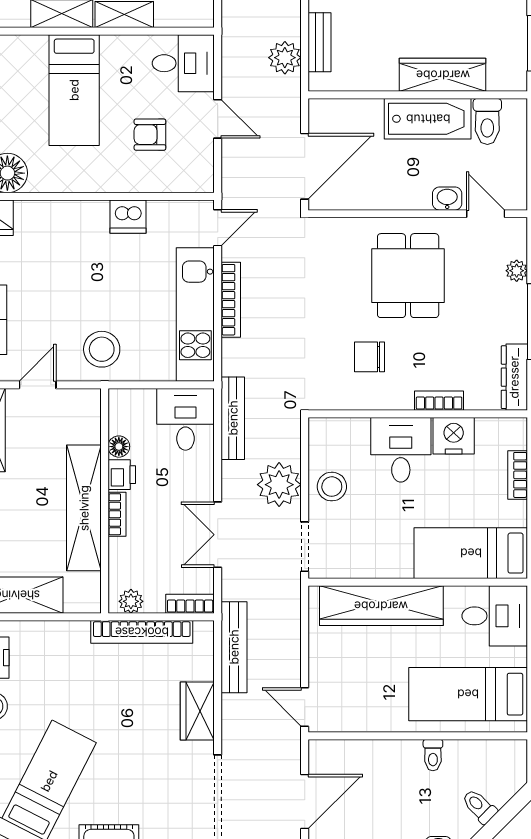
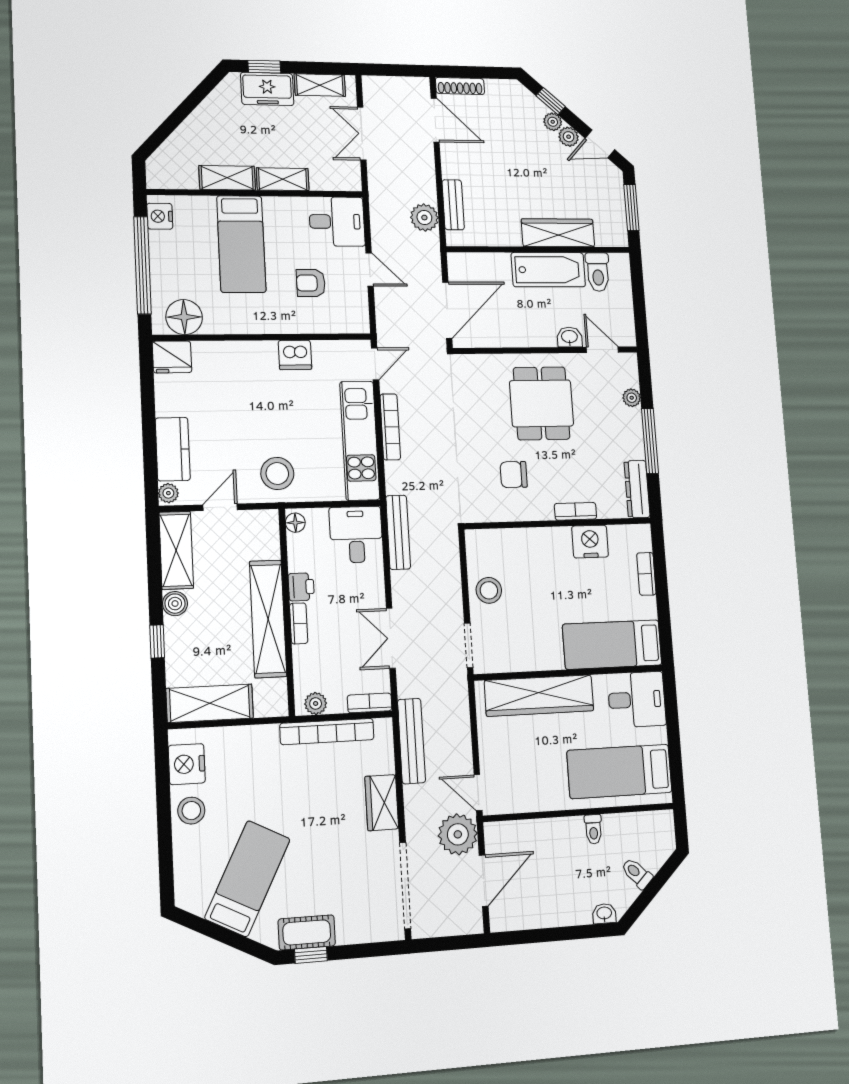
floor lamp: (119, 447) -> (295, 523), moved
desk: (401, 450) -> (546, 555), removed
plant: (279, 485) -> (458, 834), moved

